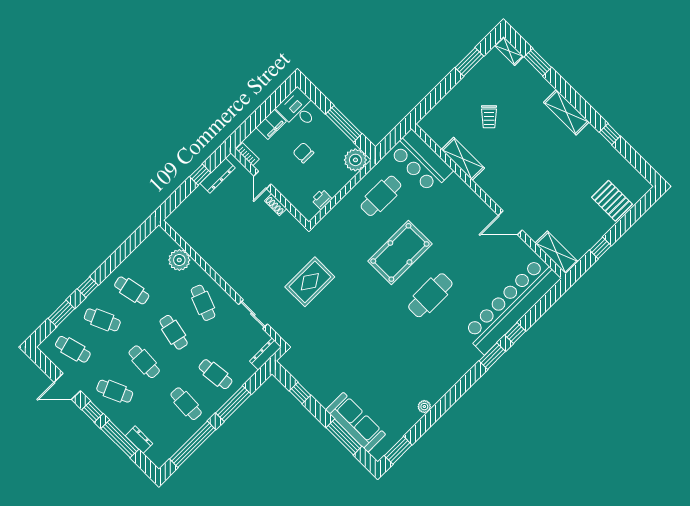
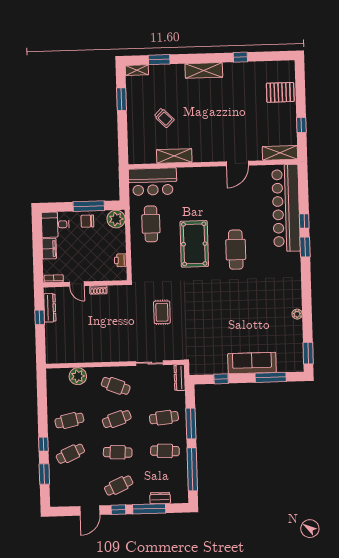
chair: (303, 153) -> (87, 221), moved
rug: (310, 282) -> (162, 312), width x0.73, depth x0.70
cafe table: (174, 332) -> (117, 419), turned -30
cafe table: (73, 349) -> (71, 487), removed
sofa: (356, 422) -> (252, 363), moved

